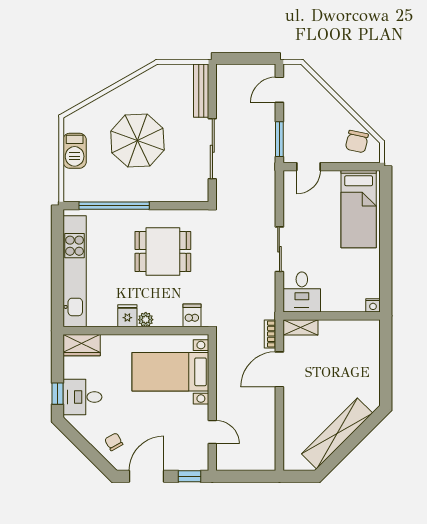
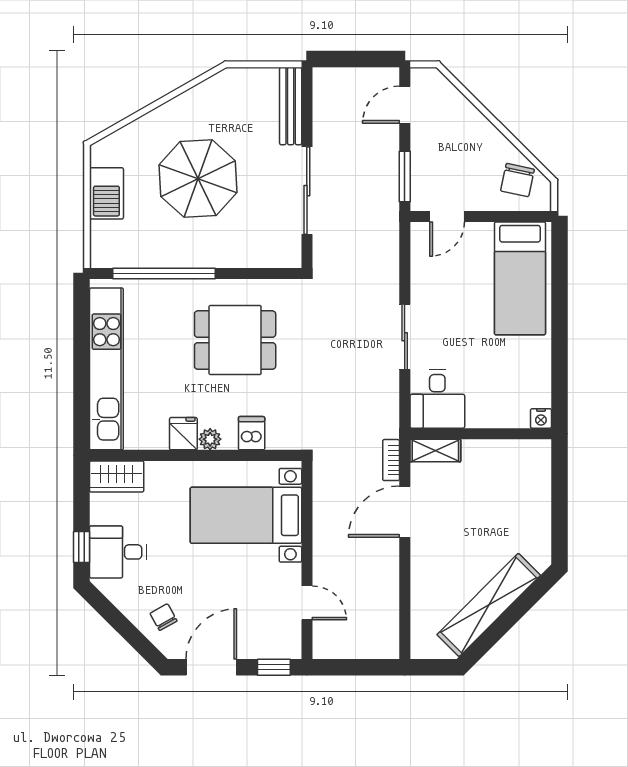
dishwasher: (192, 315) -> (252, 433), moved

